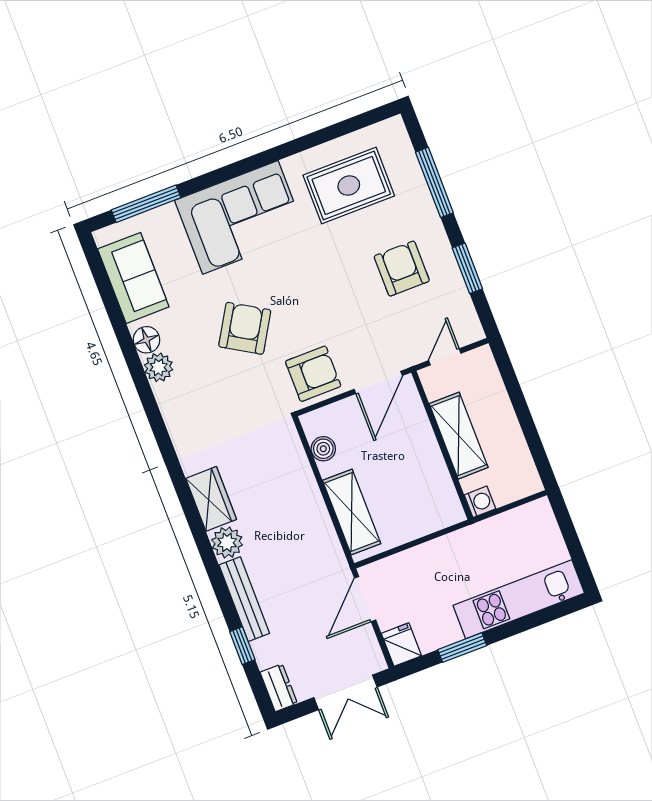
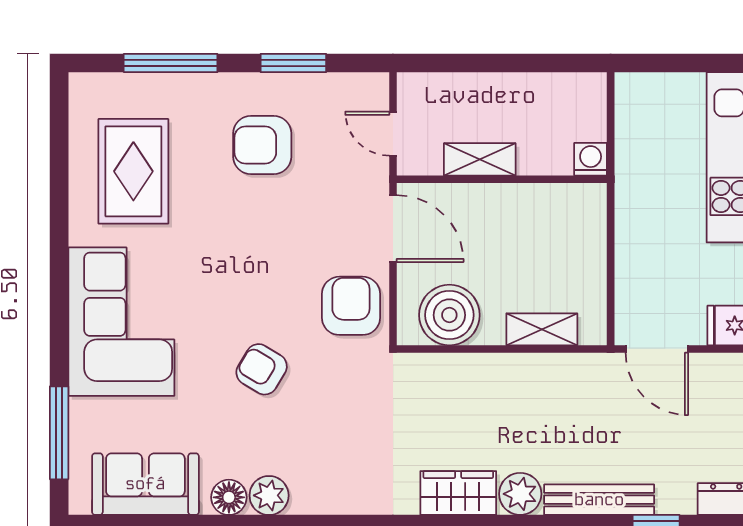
armchair: (245, 328) -> (262, 369), width x0.72, depth x0.72
shelving: (459, 436) -> (480, 159), width x0.67, depth x0.75
boiler: (323, 449) -> (449, 315), width x1.86, depth x1.86
shelving: (352, 512) -> (542, 329), width x0.67, depth x0.75

